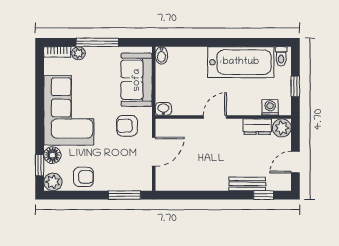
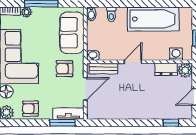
toilet: (281, 56) -> (111, 15), moved
armchair: (83, 177) -> (30, 109), turned 180
tv unit: (132, 183) -> (68, 114), added
bench: (247, 184) -> (103, 69), moved

